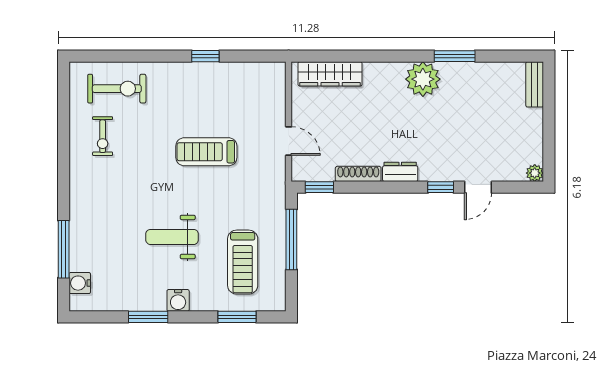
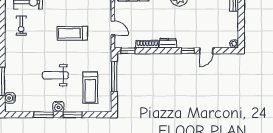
window: (237, 317) -> (73, 115), moved

